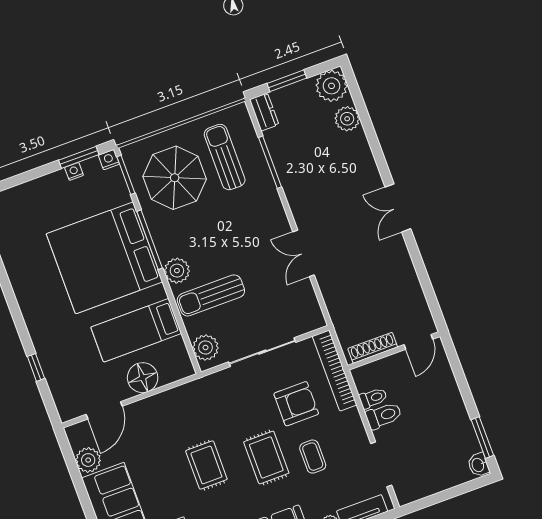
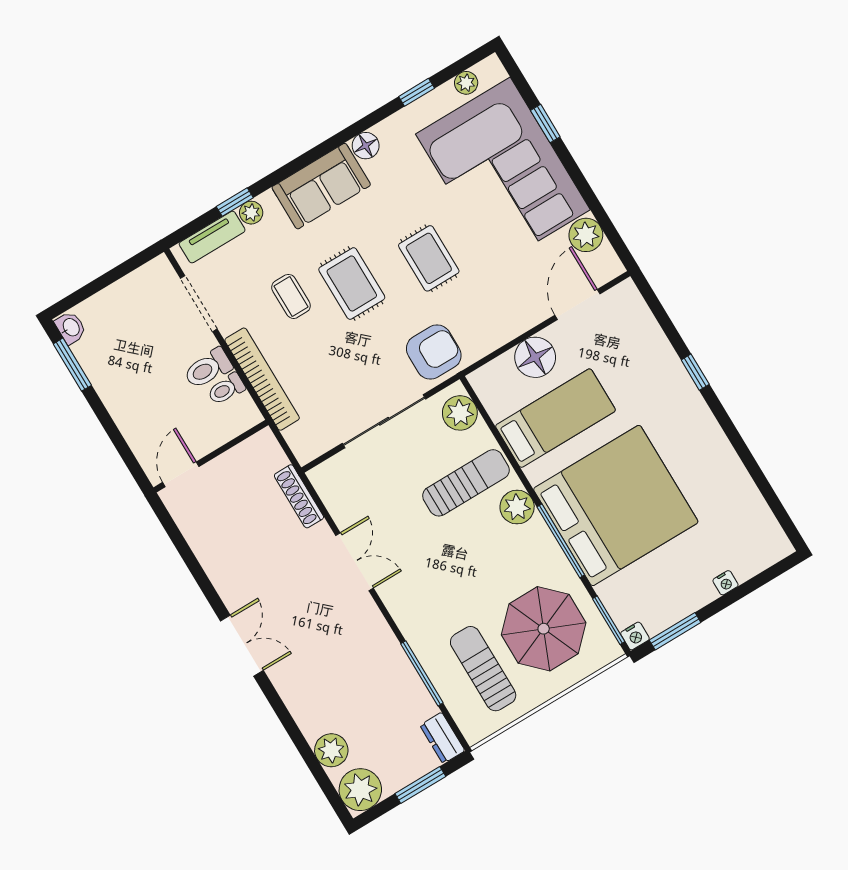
sun lounger: (225, 157) -> (483, 669), turned 180
nightstand: (74, 171) -> (725, 583), moved
shoe rack: (373, 348) -> (299, 496), moved, turned 90
window: (36, 367) -> (695, 372), moved
bookcase: (335, 371) -> (262, 379), moved
armchair: (296, 404) -> (434, 352), moved, turned 180

